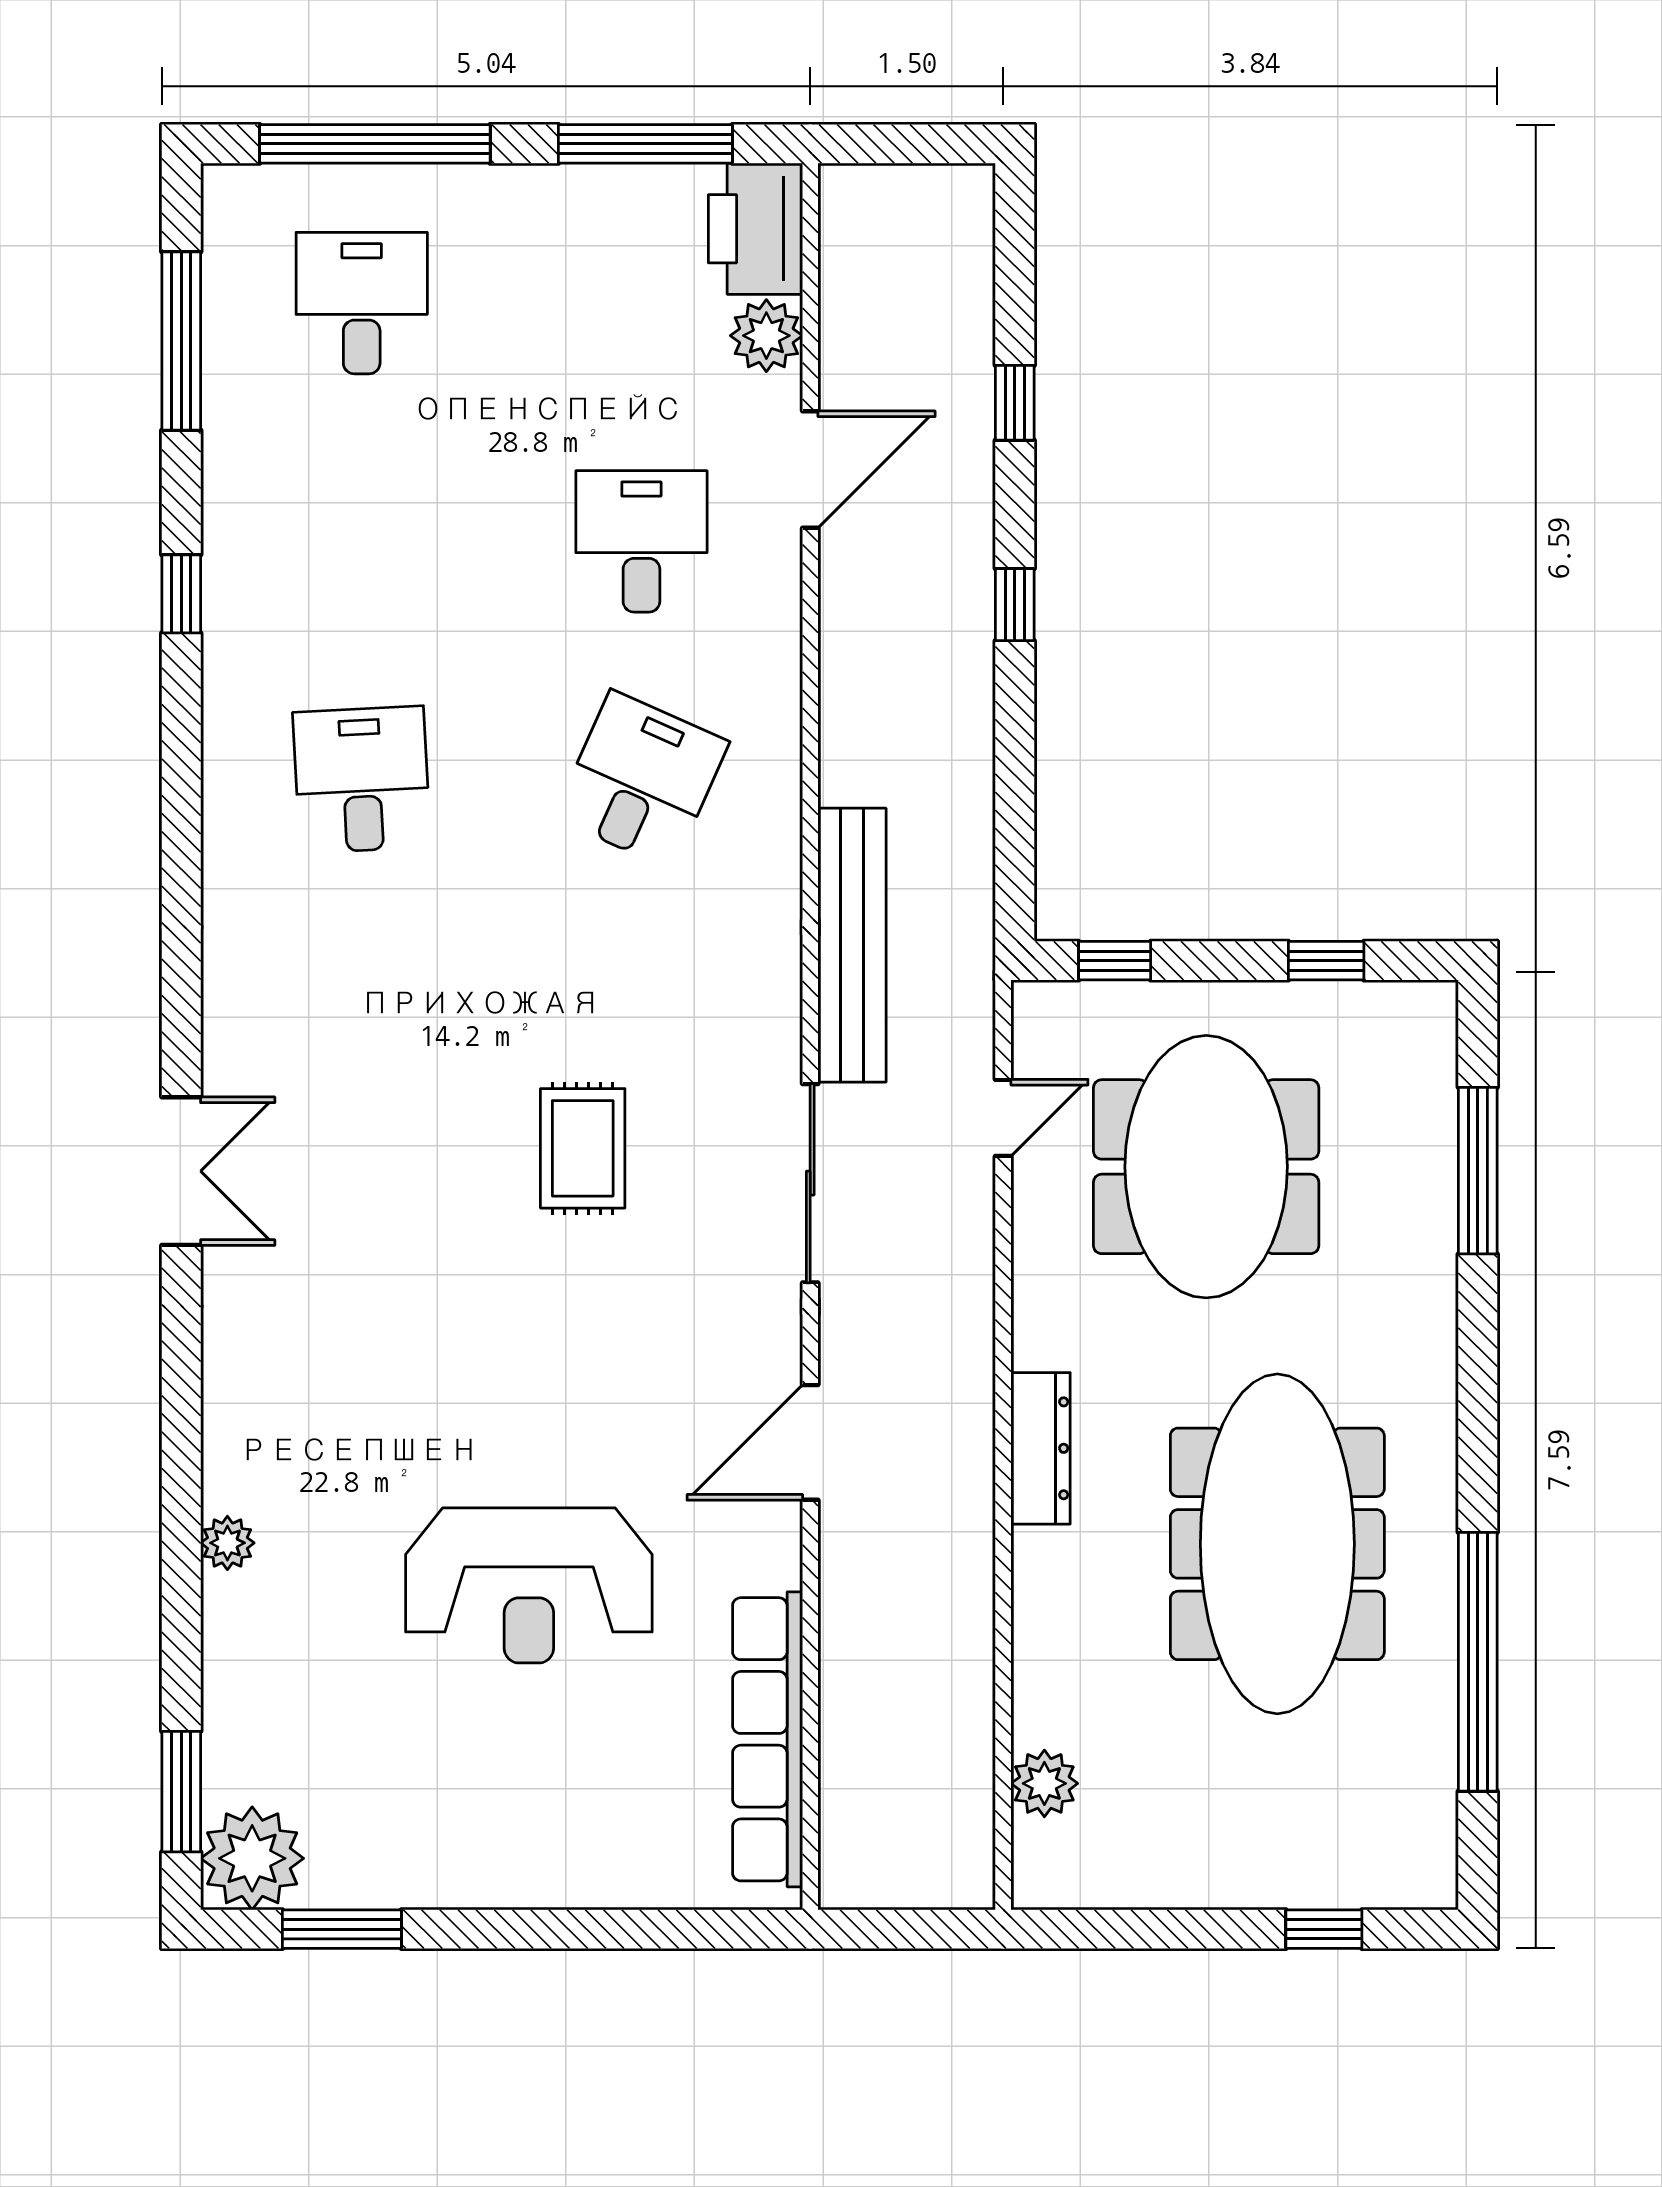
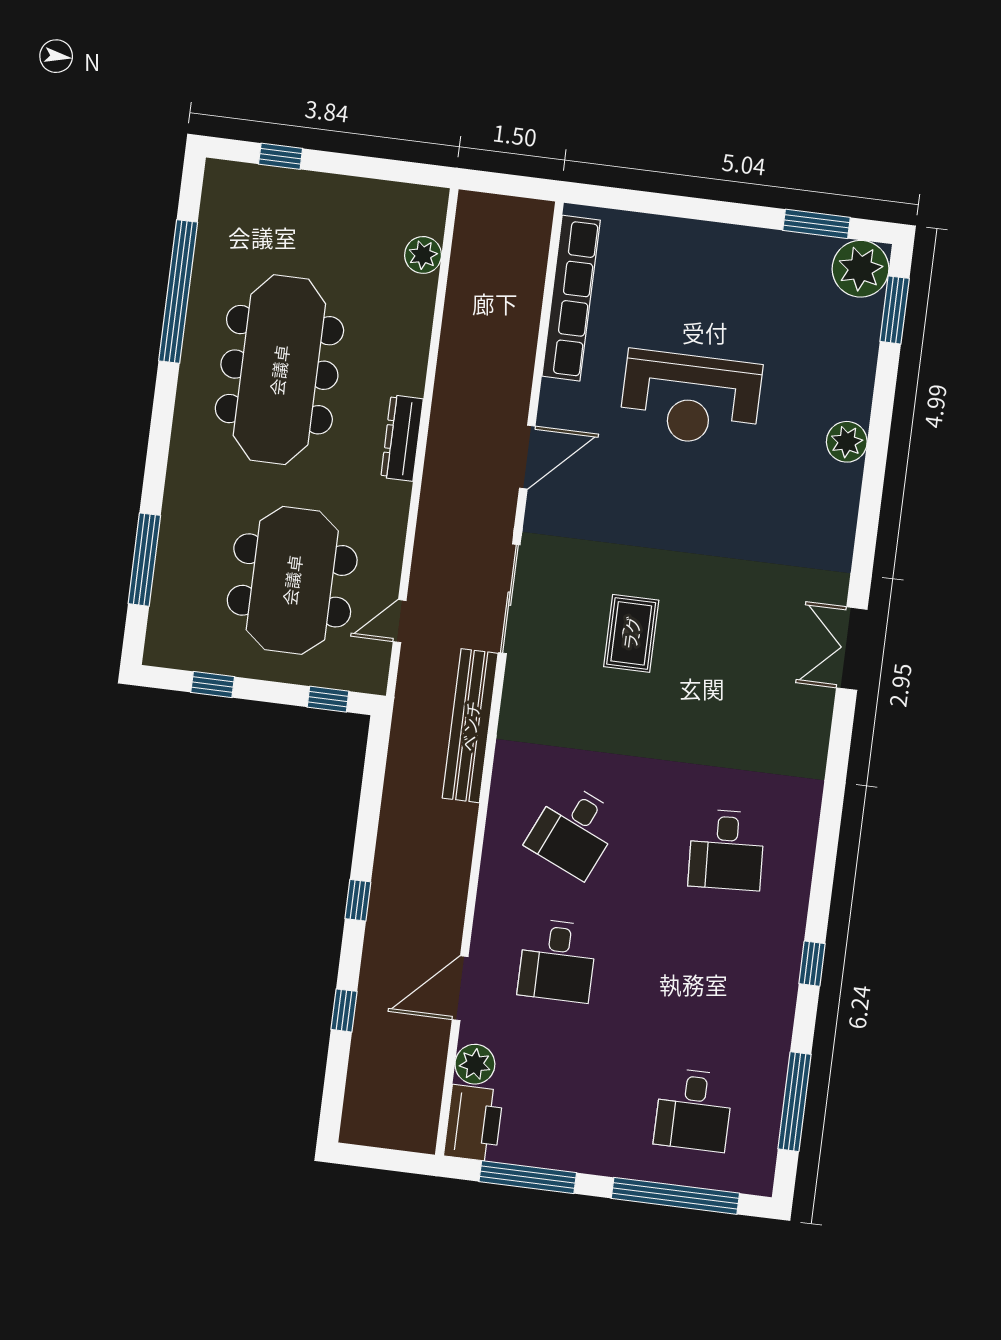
plant: (227, 1543) -> (847, 442), width x1.38, depth x1.38
reception desk: (529, 1585) -> (691, 399), turned 180

